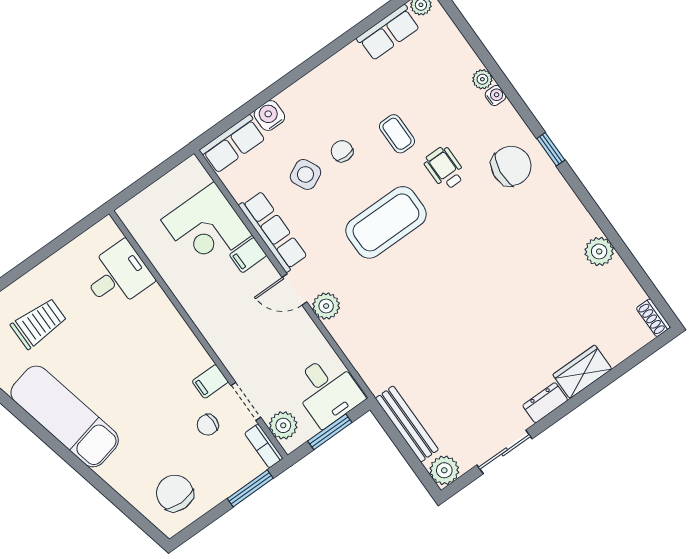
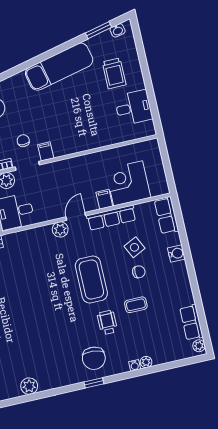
water cooler: (269, 116) -> (176, 253), moved
wheelchair: (445, 168) -> (107, 322), turned -90
desk: (118, 276) -> (134, 108), moved, turned -90

